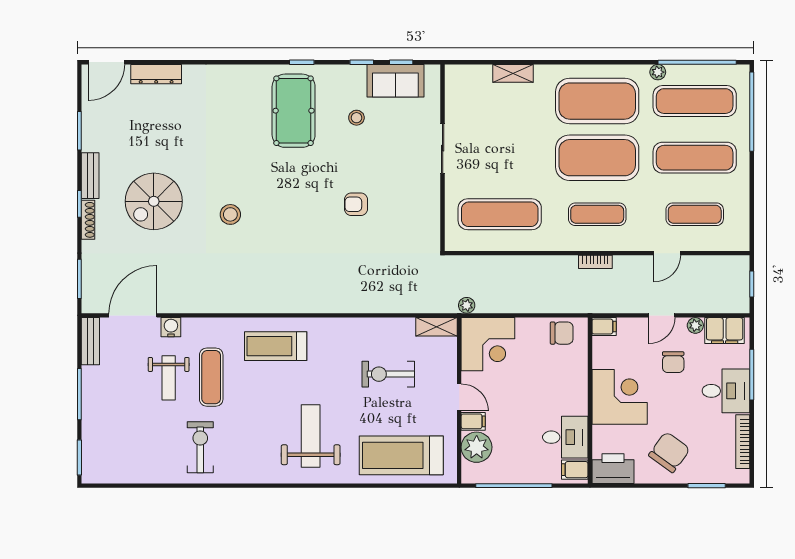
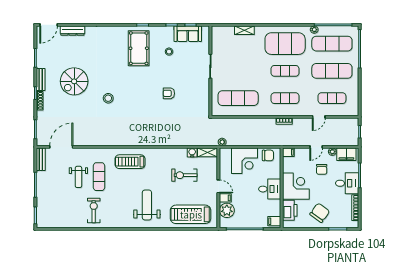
exercise mat: (597, 158) -> (285, 71), width x0.50, depth x0.69
spiral stairs: (154, 201) -> (74, 81), moved
water cooler: (171, 327) -> (192, 153), moved
corner desk: (488, 344) -> (244, 161), moved
desk: (565, 437) -> (270, 189), moved
printer: (613, 469) -> (290, 210), moved, turned 90

